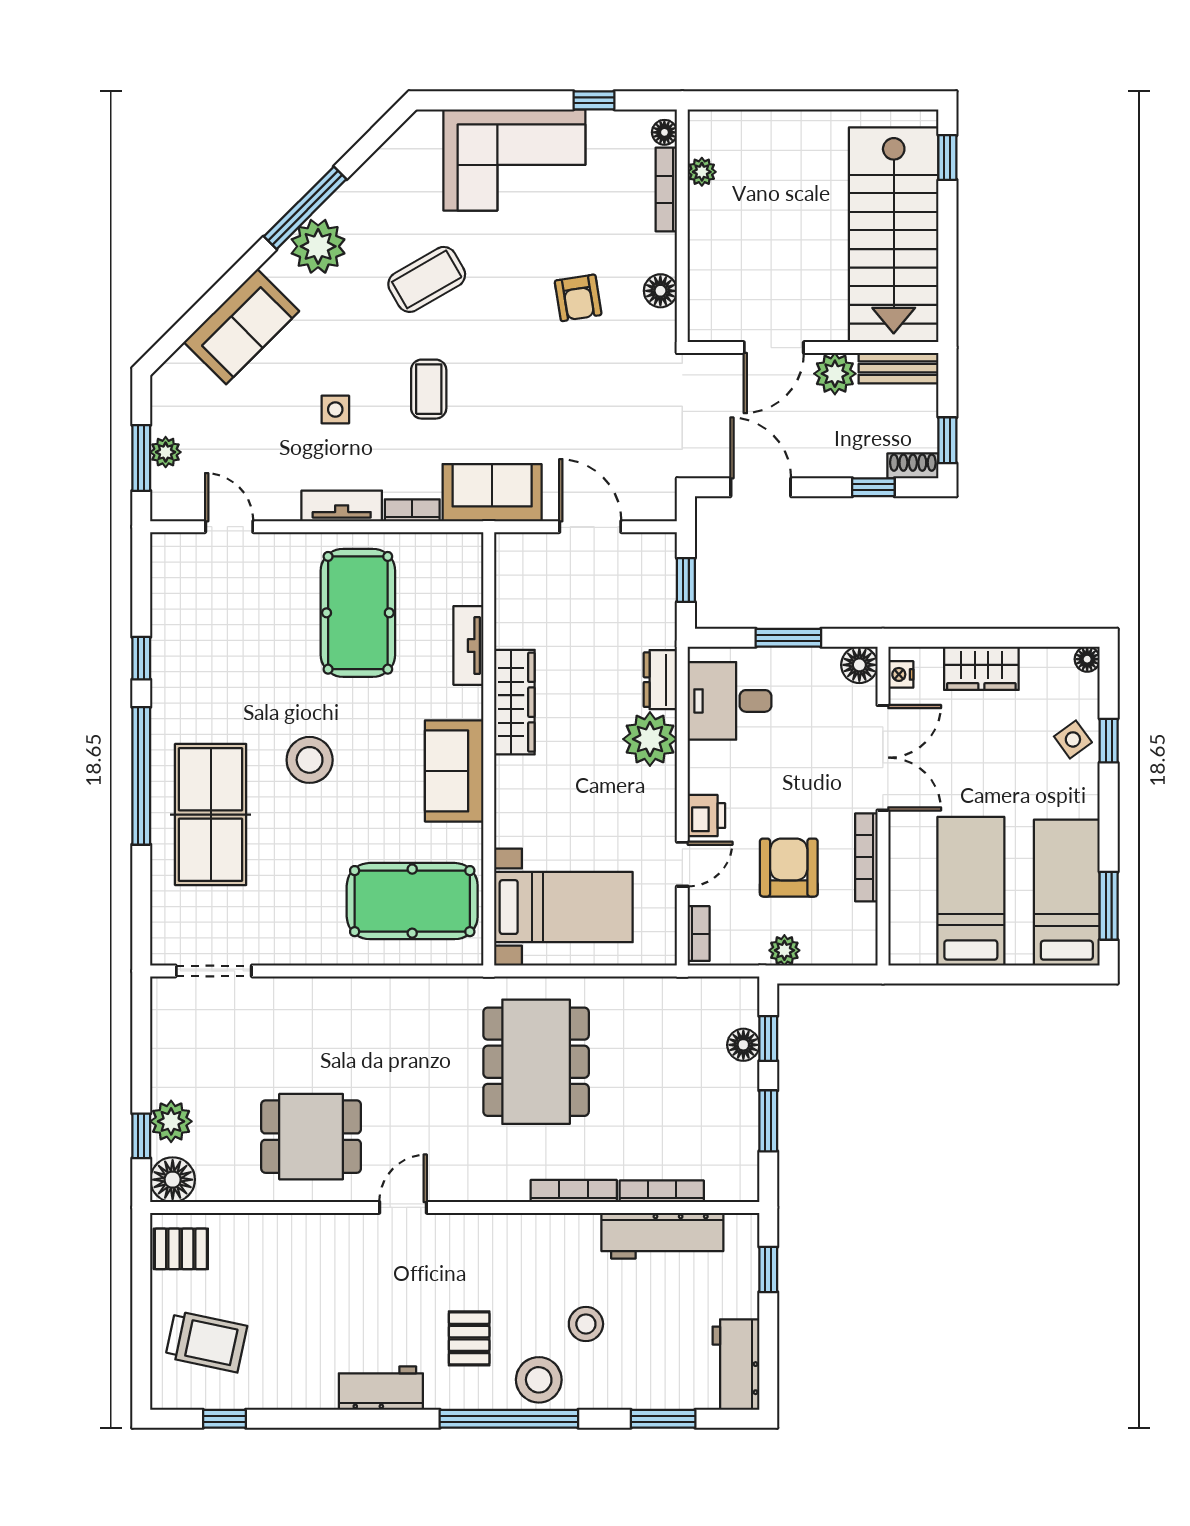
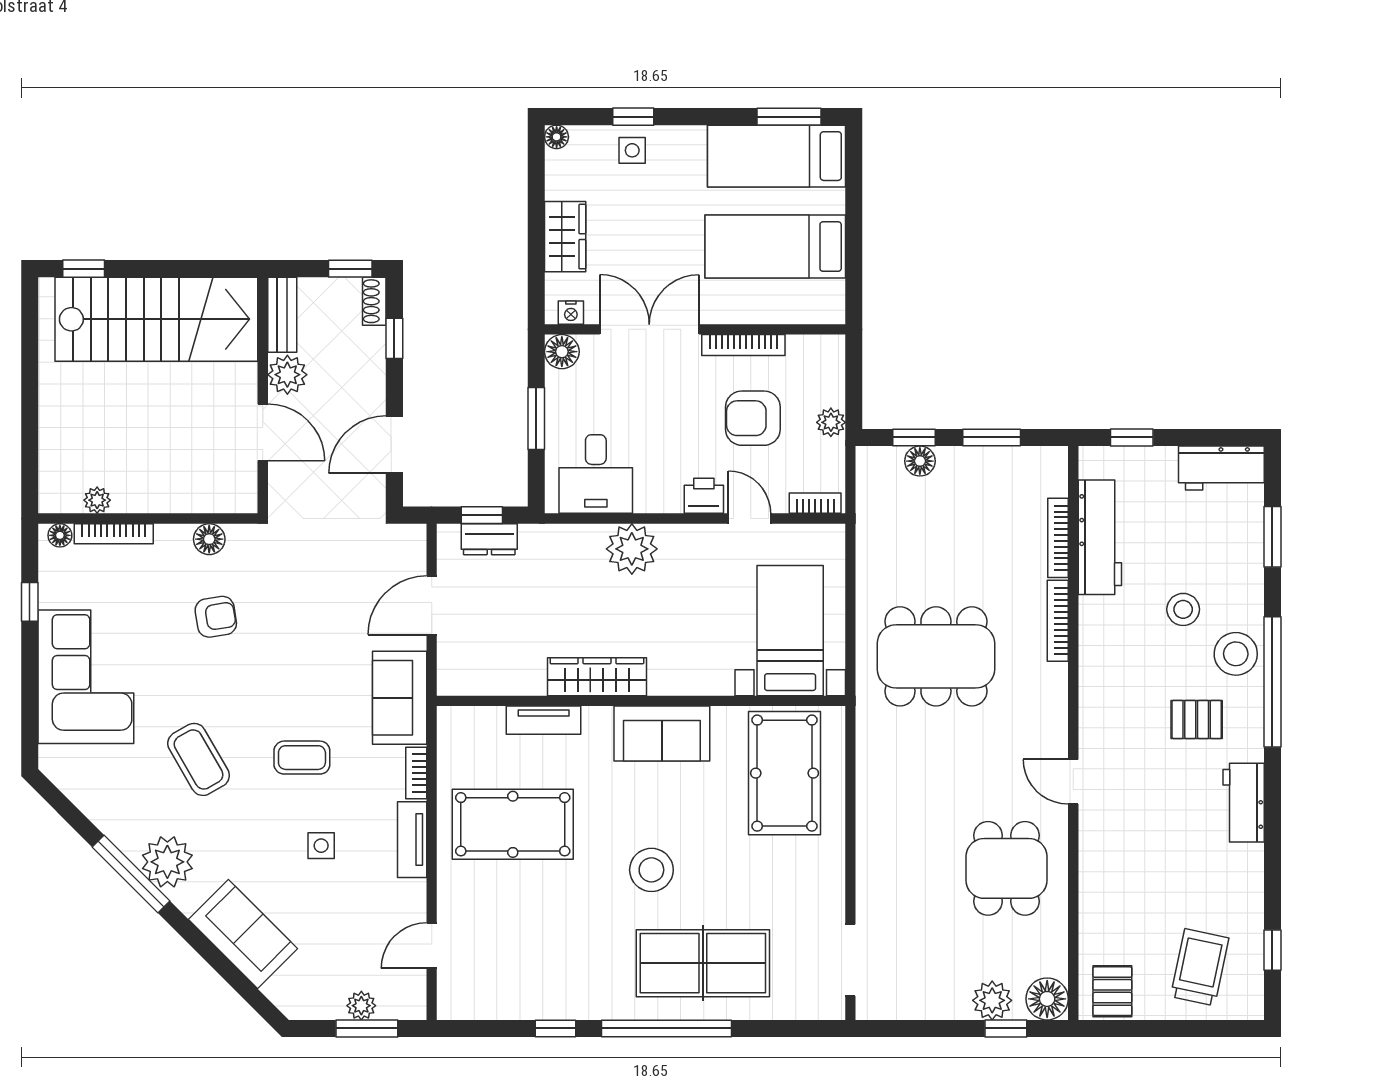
dresser: (660, 680) -> (489, 539), moved
side table: (1073, 739) -> (632, 150), turned 36

